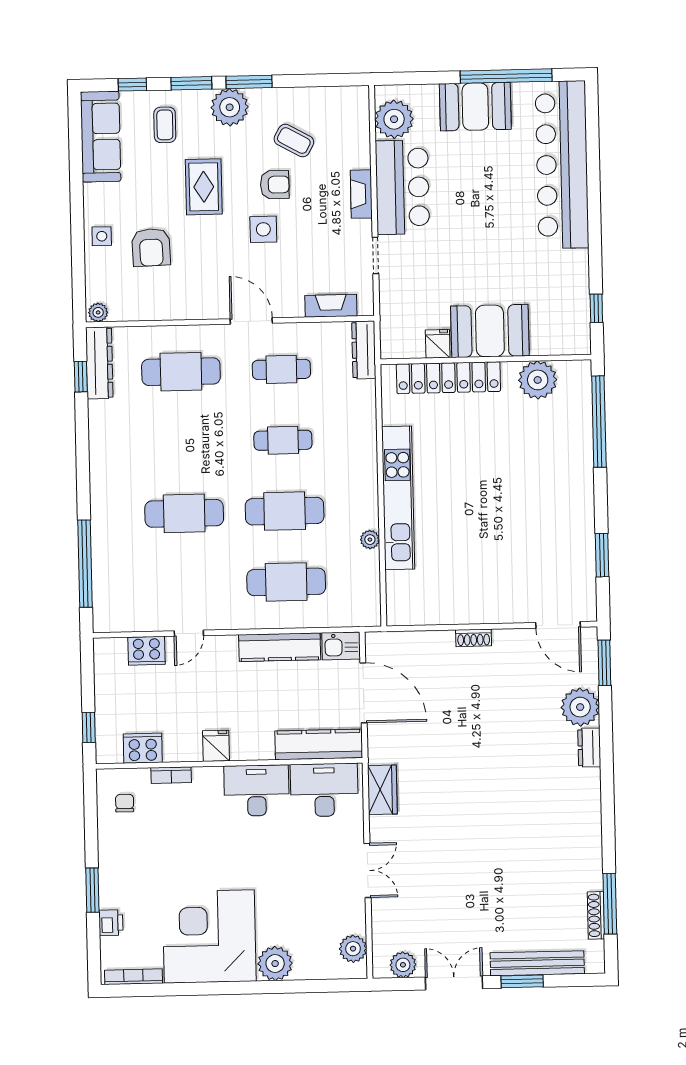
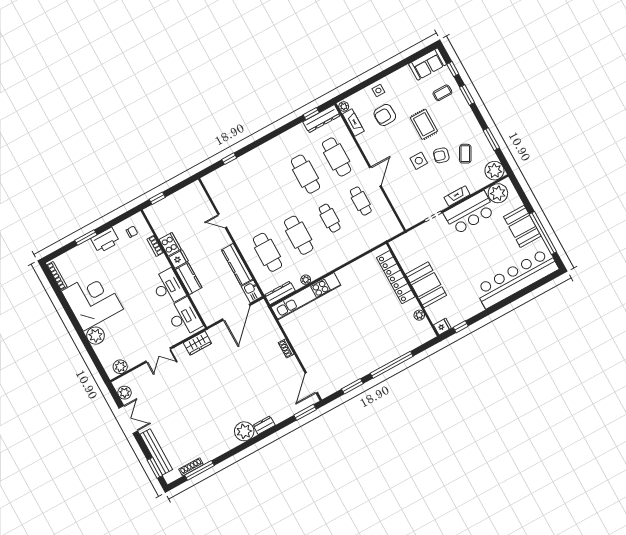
window: (249, 82) -> (491, 139), moved
plant: (230, 107) -> (494, 171), moved
sofa: (101, 137) -> (428, 64), width x0.73
armchair: (275, 185) -> (441, 155), turned 105
rug: (204, 187) -> (424, 124), turned 90
fireplace: (331, 306) -> (353, 123), moved
fridge: (438, 344) -> (442, 327), moved
dresser: (364, 350) -> (280, 293), moved
plant: (538, 380) -> (419, 315), width x0.53, depth x0.53
window: (599, 422) -> (392, 365), moved
kitchen unit: (398, 498) -> (306, 296), moved
cafe table: (184, 513) -> (305, 174), moved
window: (85, 564) -> (229, 159), width x0.32
cooker: (147, 651) -> (205, 206), removed
plant: (580, 707) -> (244, 431), moved
kitchen counter: (319, 744) -> (189, 279), moved, width x0.67
cooker: (143, 748) -> (170, 244), moved
printer: (111, 923) -> (105, 240), moved, width x1.87, depth x1.48
window: (522, 981) -> (155, 468), moved

